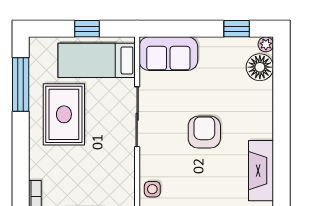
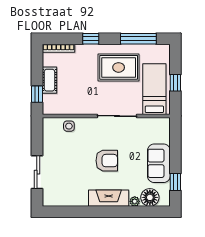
plant: (266, 44) -> (135, 201), moved
sofa: (168, 54) -> (159, 163), moved
window: (21, 156) -> (91, 39), added
fireplace: (261, 171) -> (109, 198), moved

